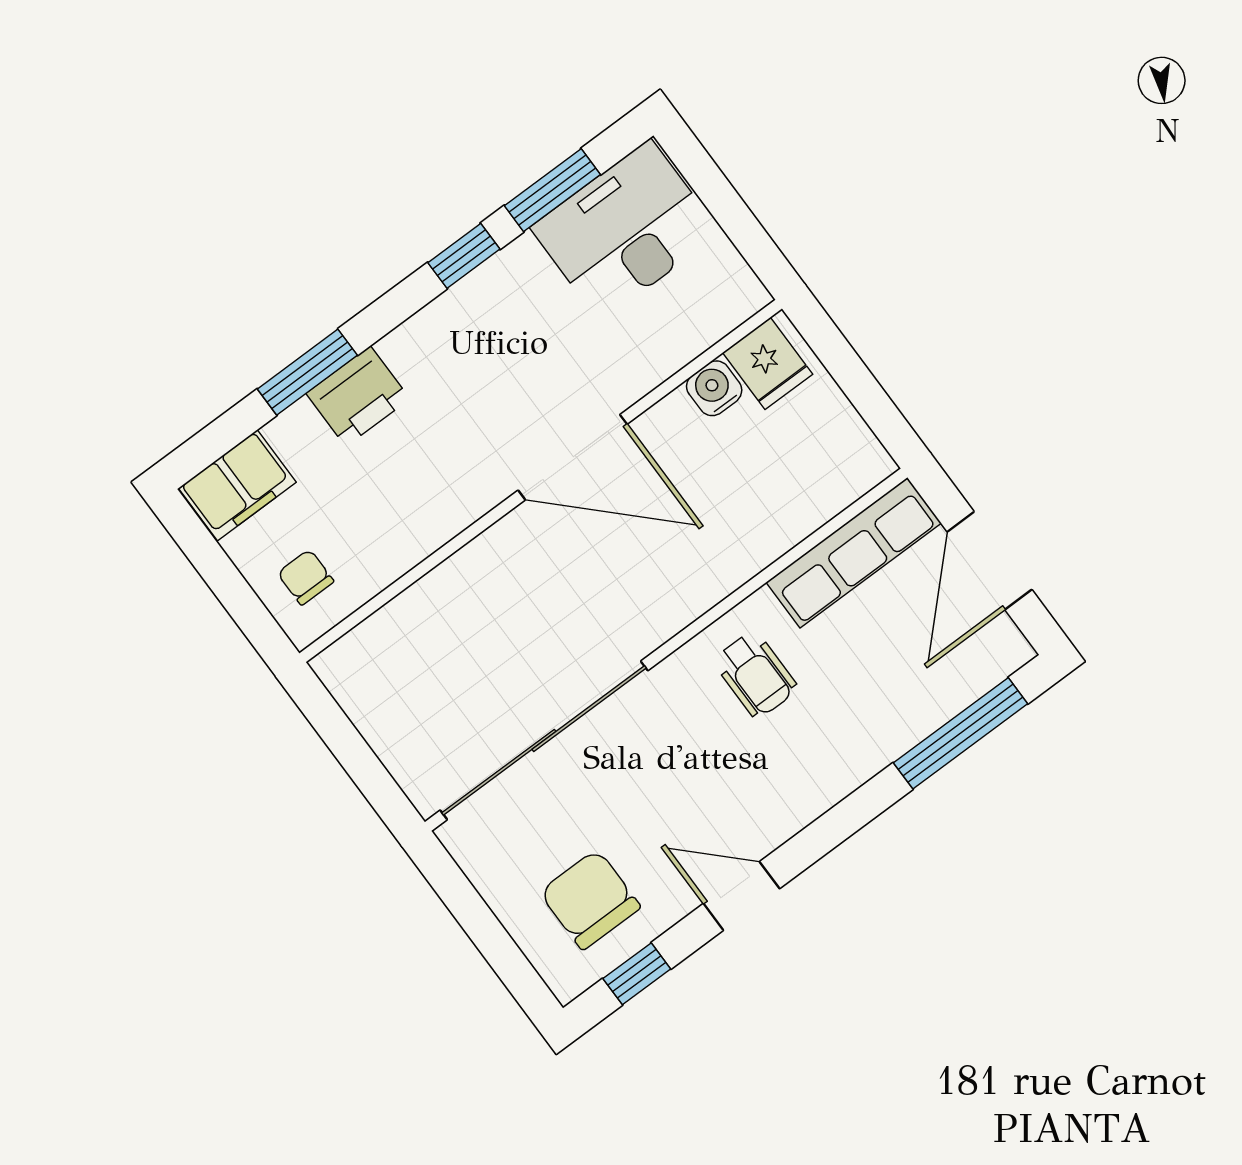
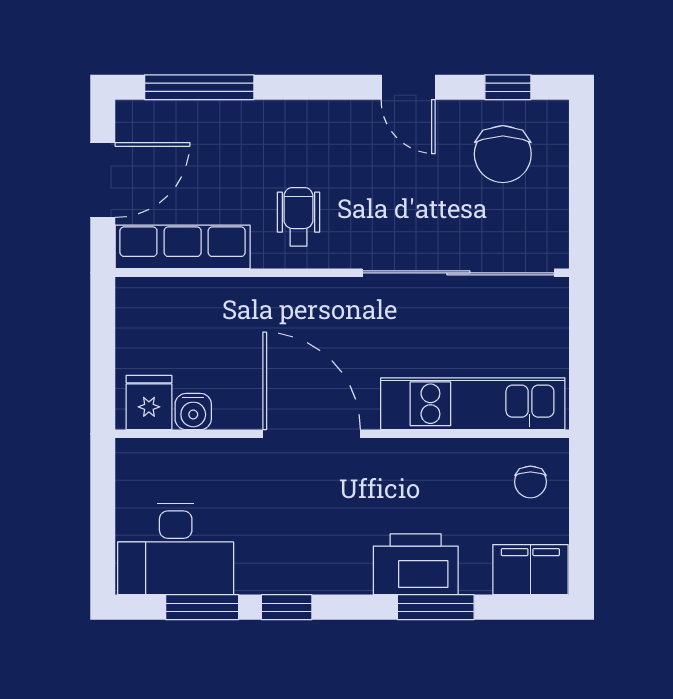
printer: (358, 396) -> (416, 564), width x1.37, depth x1.19
kitchen unit: (427, 614) -> (473, 404), added

